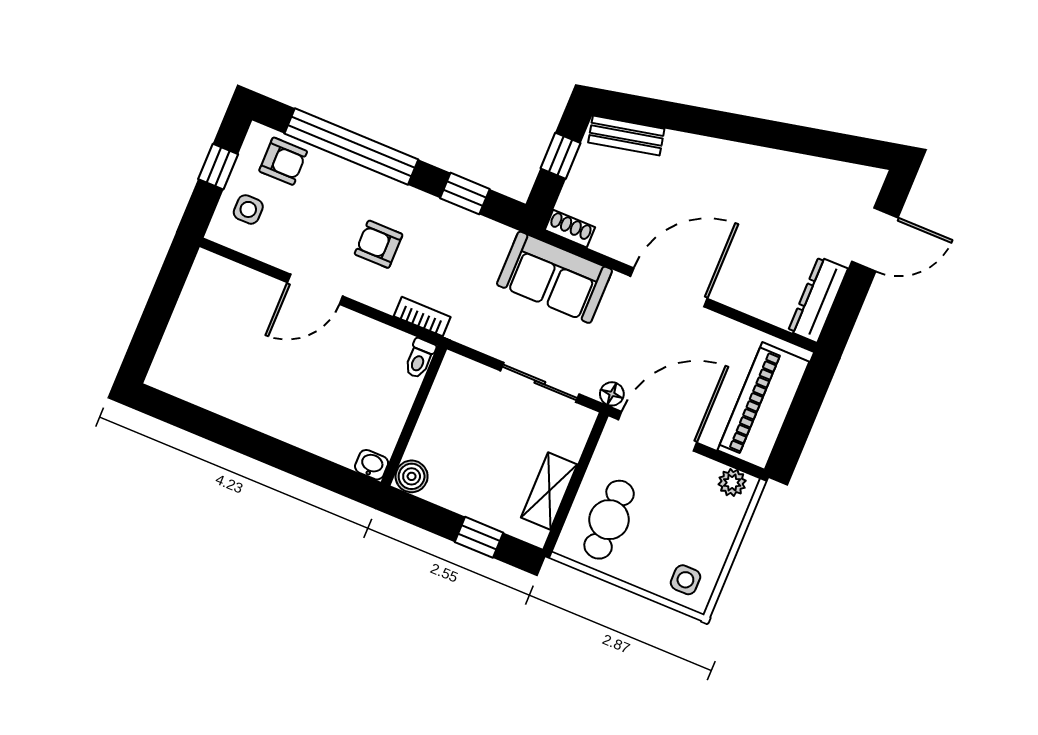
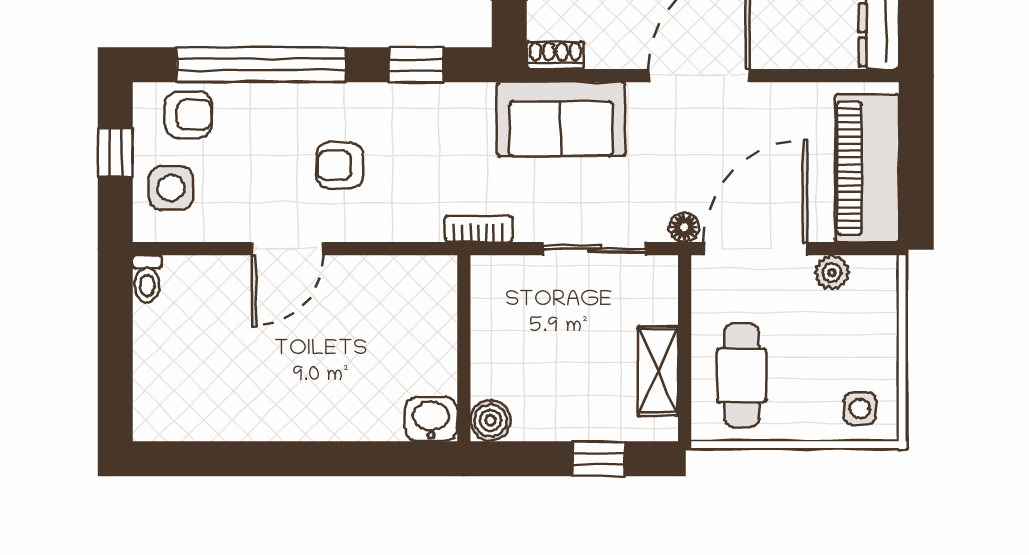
side table: (248, 209) -> (171, 188), width x1.37, depth x1.37
bookcase: (422, 317) -> (478, 229), moved
toilet: (420, 358) -> (147, 279), moved
washbasin: (372, 465) -> (431, 419), width x1.38, depth x1.45
plant: (732, 483) -> (832, 273), moved

